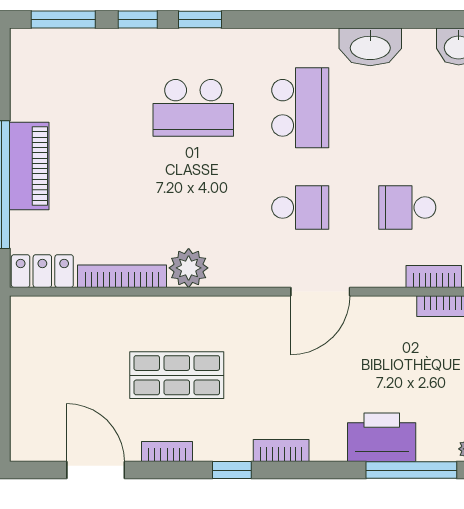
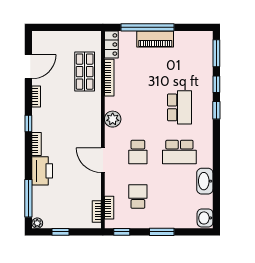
school desk: (193, 108) -> (179, 107), turned 180
plant: (189, 268) -> (113, 119), moved
shop shelf: (177, 375) -> (85, 72), moved
printer: (382, 437) -> (42, 171), moved

